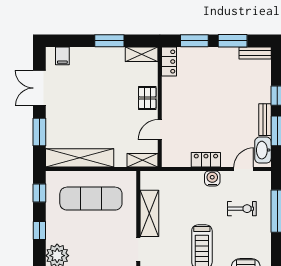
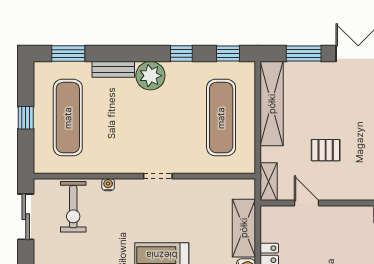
pallet: (147, 98) -> (326, 150), moved
shelving: (149, 213) -> (244, 228), moved, turned 90

